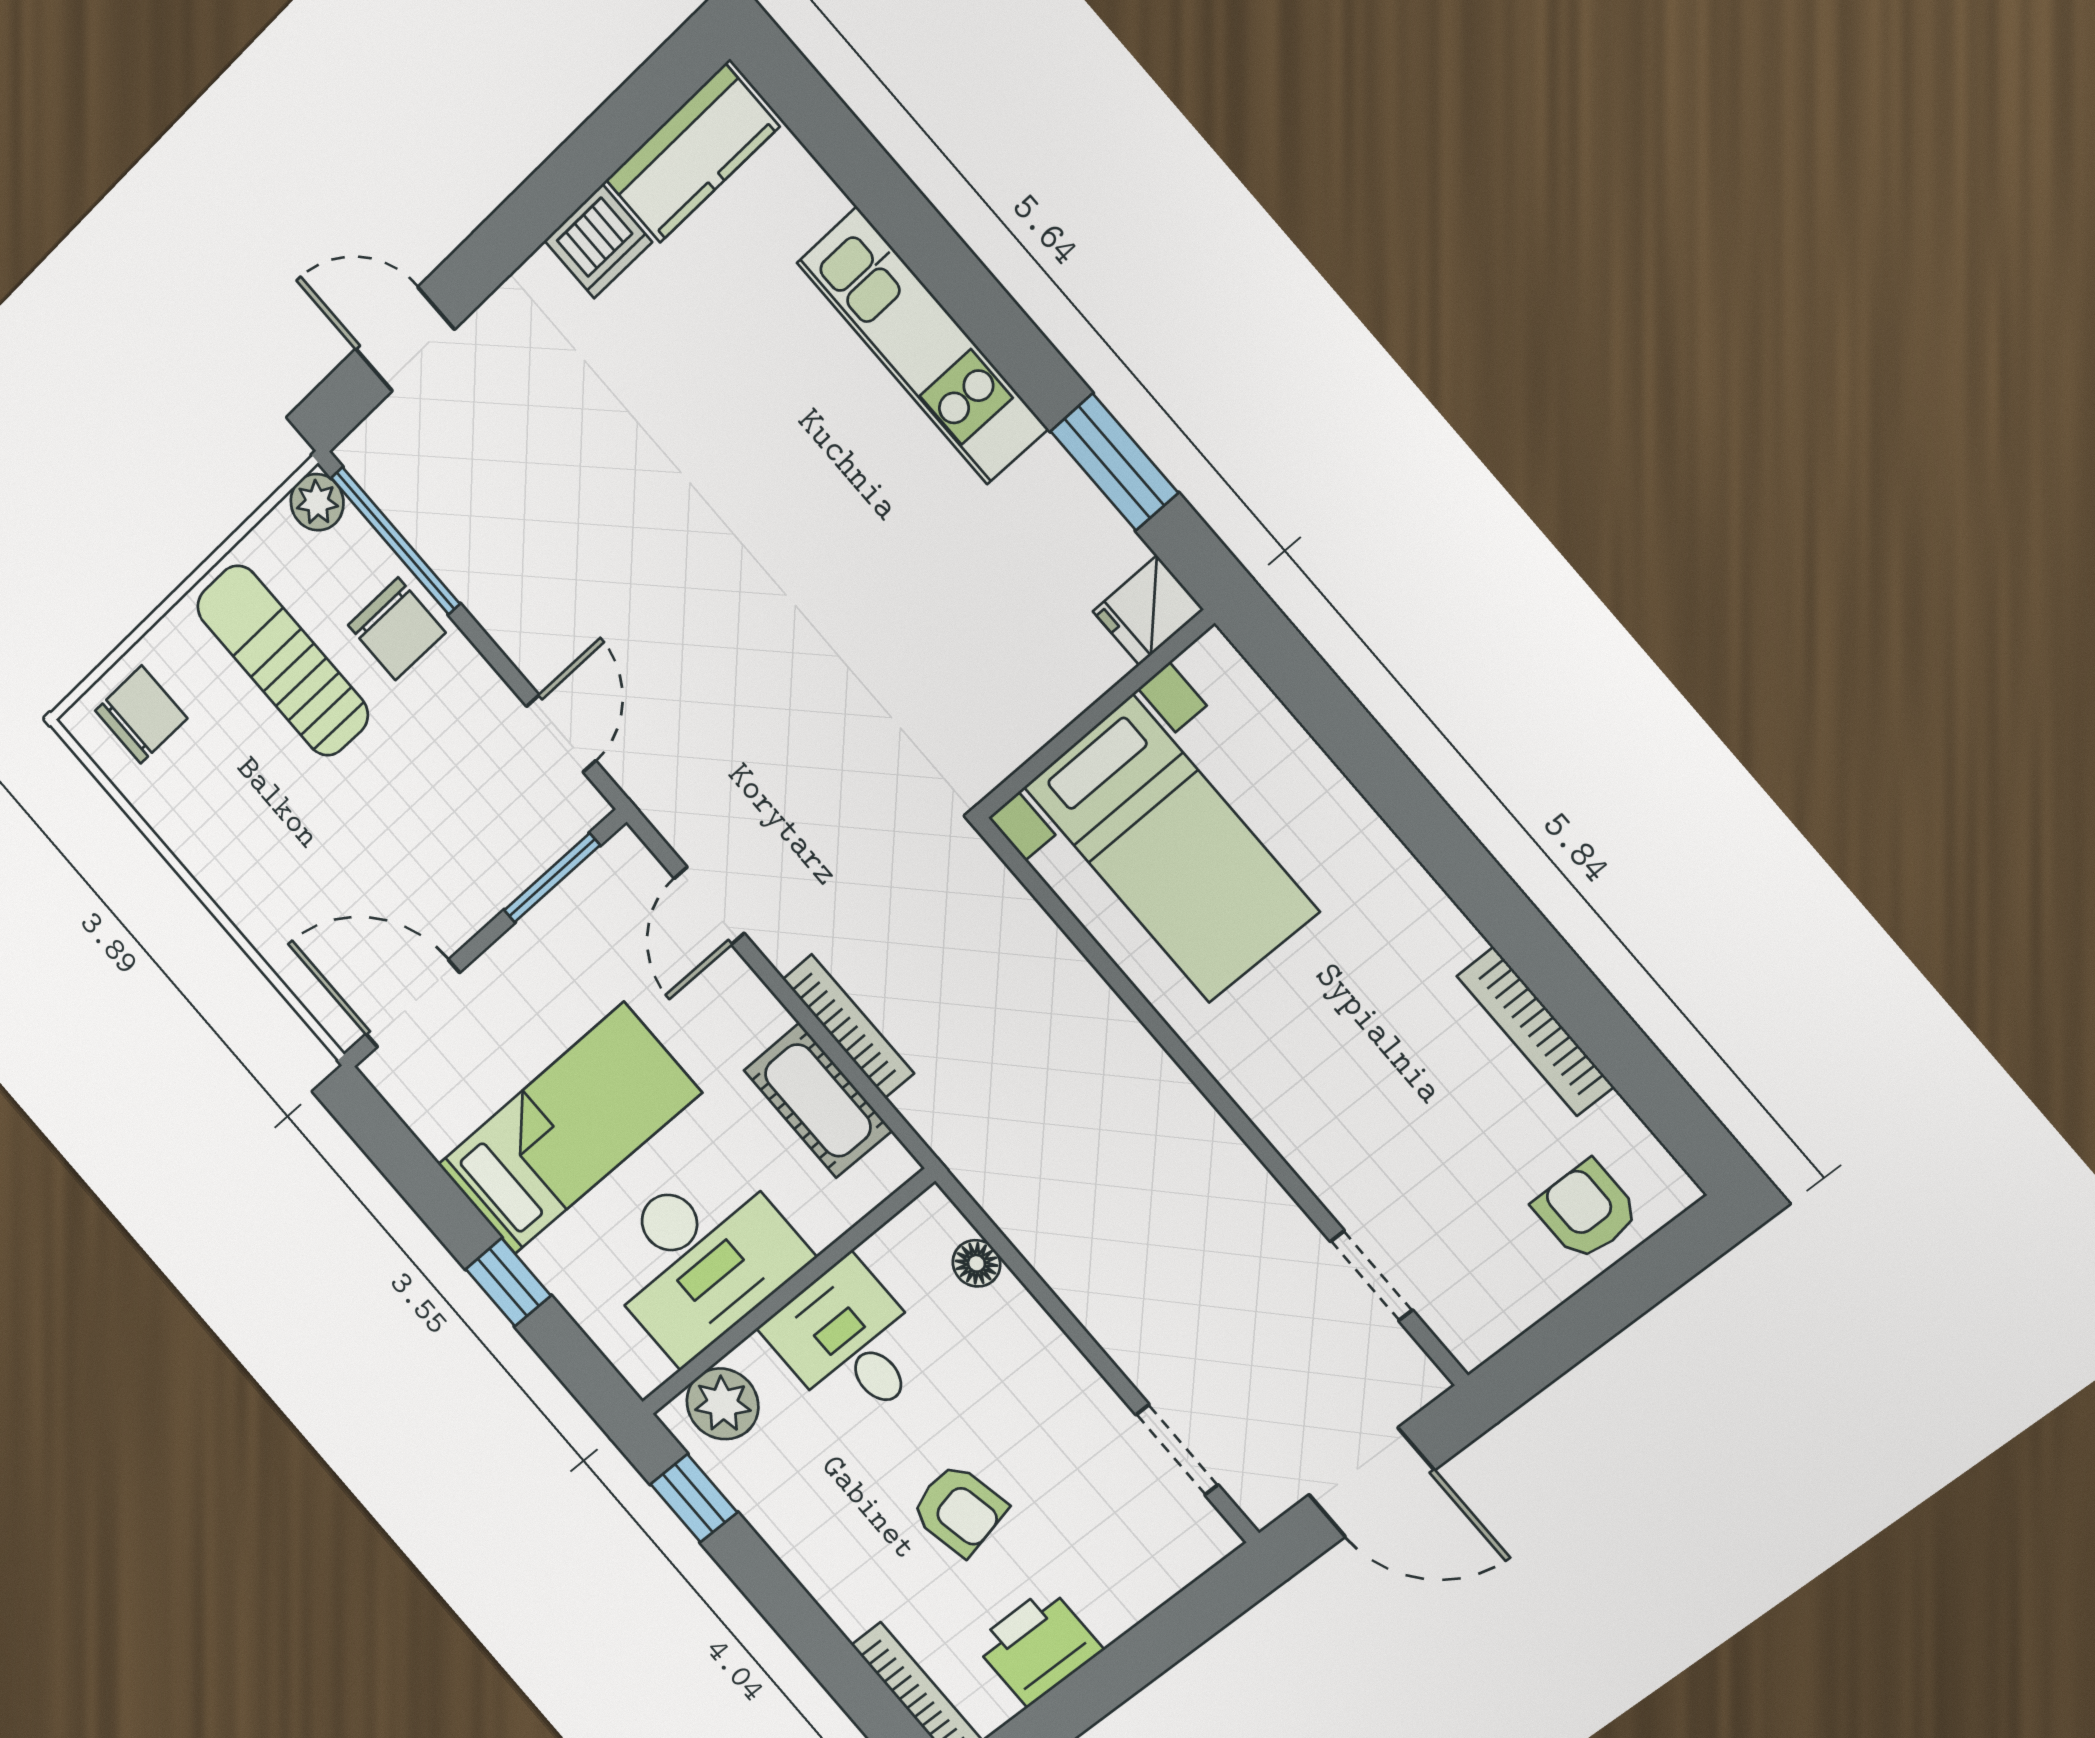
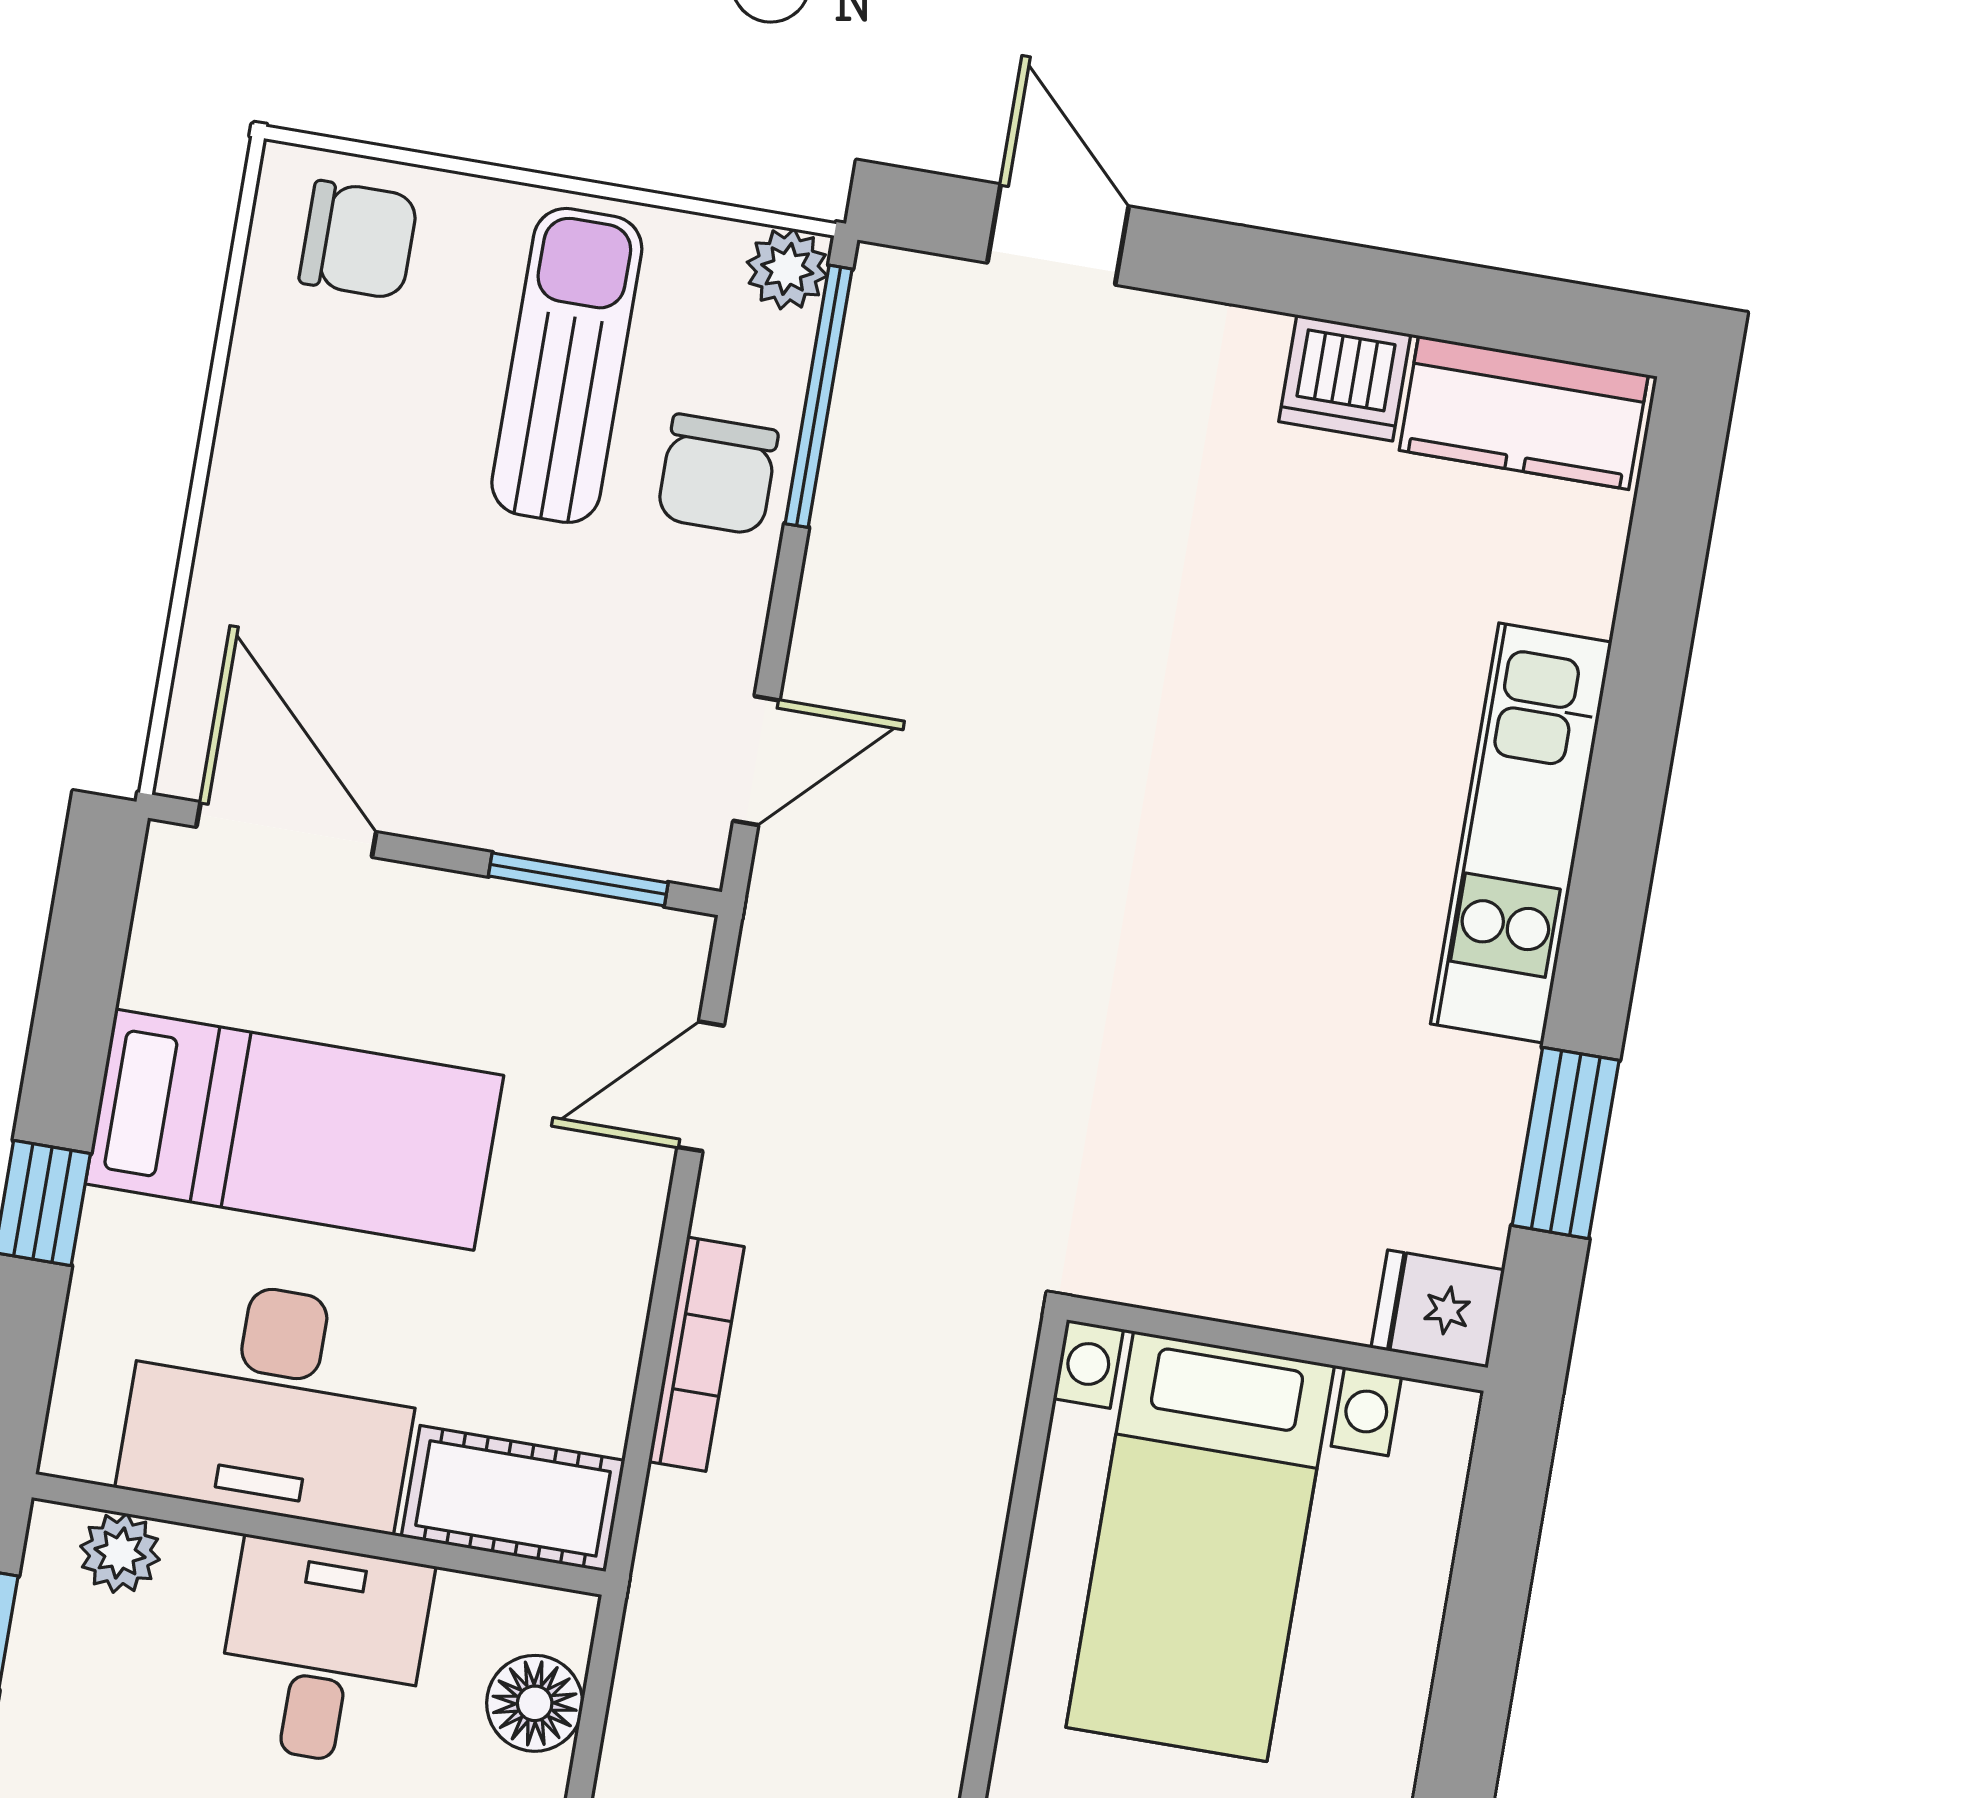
cot: (818, 1100) -> (513, 1498), moved, turned 90
floor lamp: (976, 1263) -> (535, 1703), width x1.37, depth x1.37
plant: (723, 1404) -> (120, 1553), width x0.73, depth x0.73

